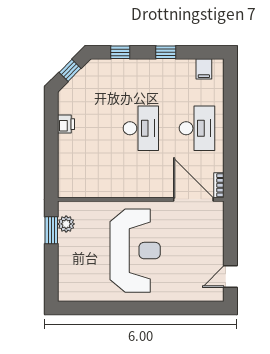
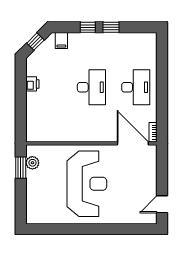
window: (120, 52) -> (88, 27), moved
filing cabinet: (204, 69) -> (61, 40), moved

